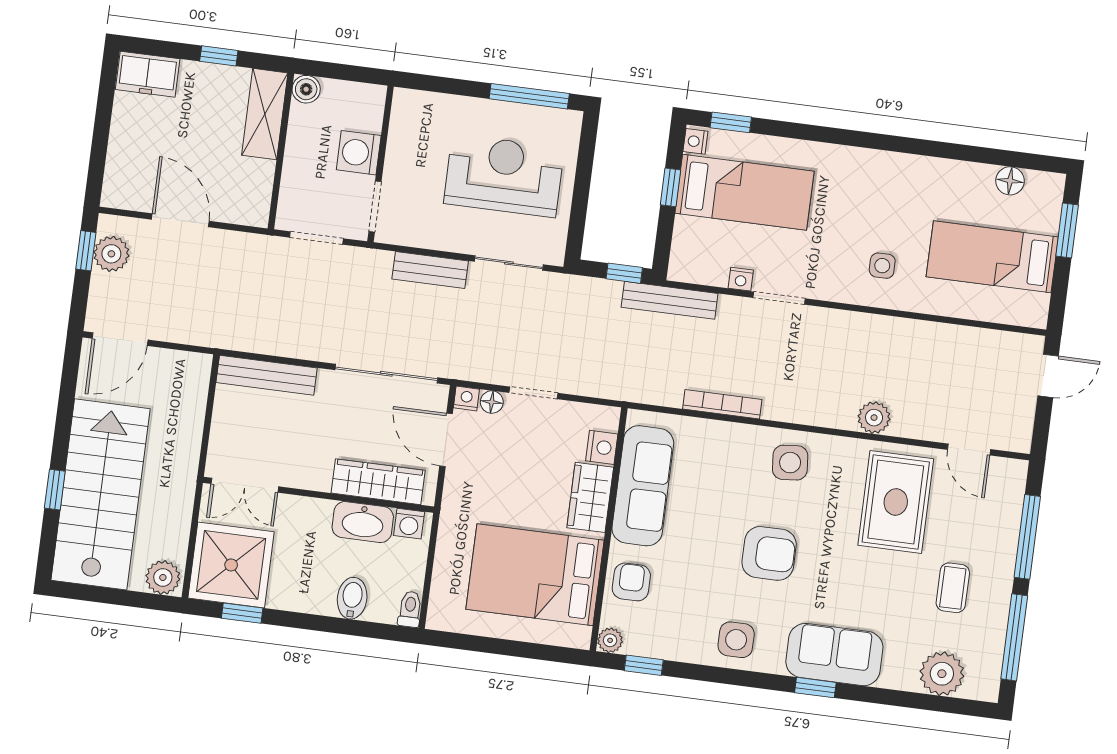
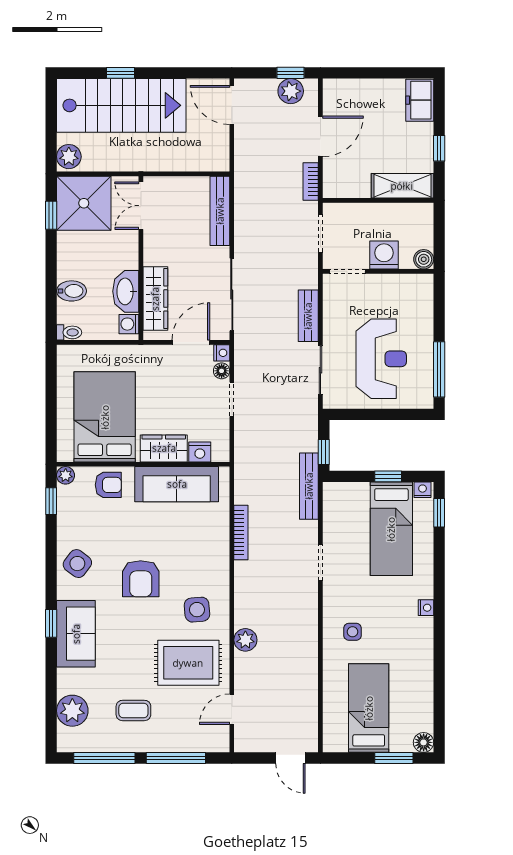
boiler: (306, 89) -> (424, 259), moved
floor lamp: (1010, 181) -> (424, 742), moved
bookcase: (242, 242) -> (311, 182), added
nightstand: (741, 279) -> (426, 608), moved, turned 180
side table: (790, 463) -> (197, 610), moved
side table: (736, 640) -> (77, 564), turned 37

